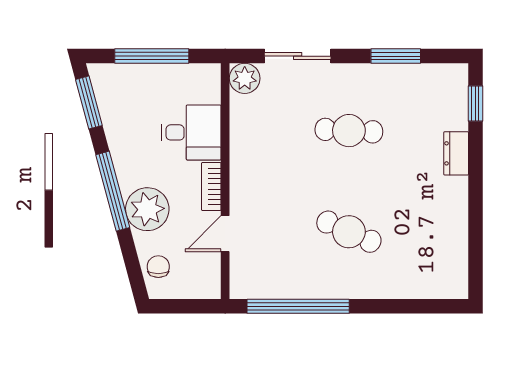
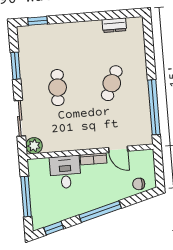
window: (89, 102) -> (54, 228), width x0.67
dresser: (456, 153) -> (114, 25), moved
plant: (147, 209) -> (108, 192), removed

